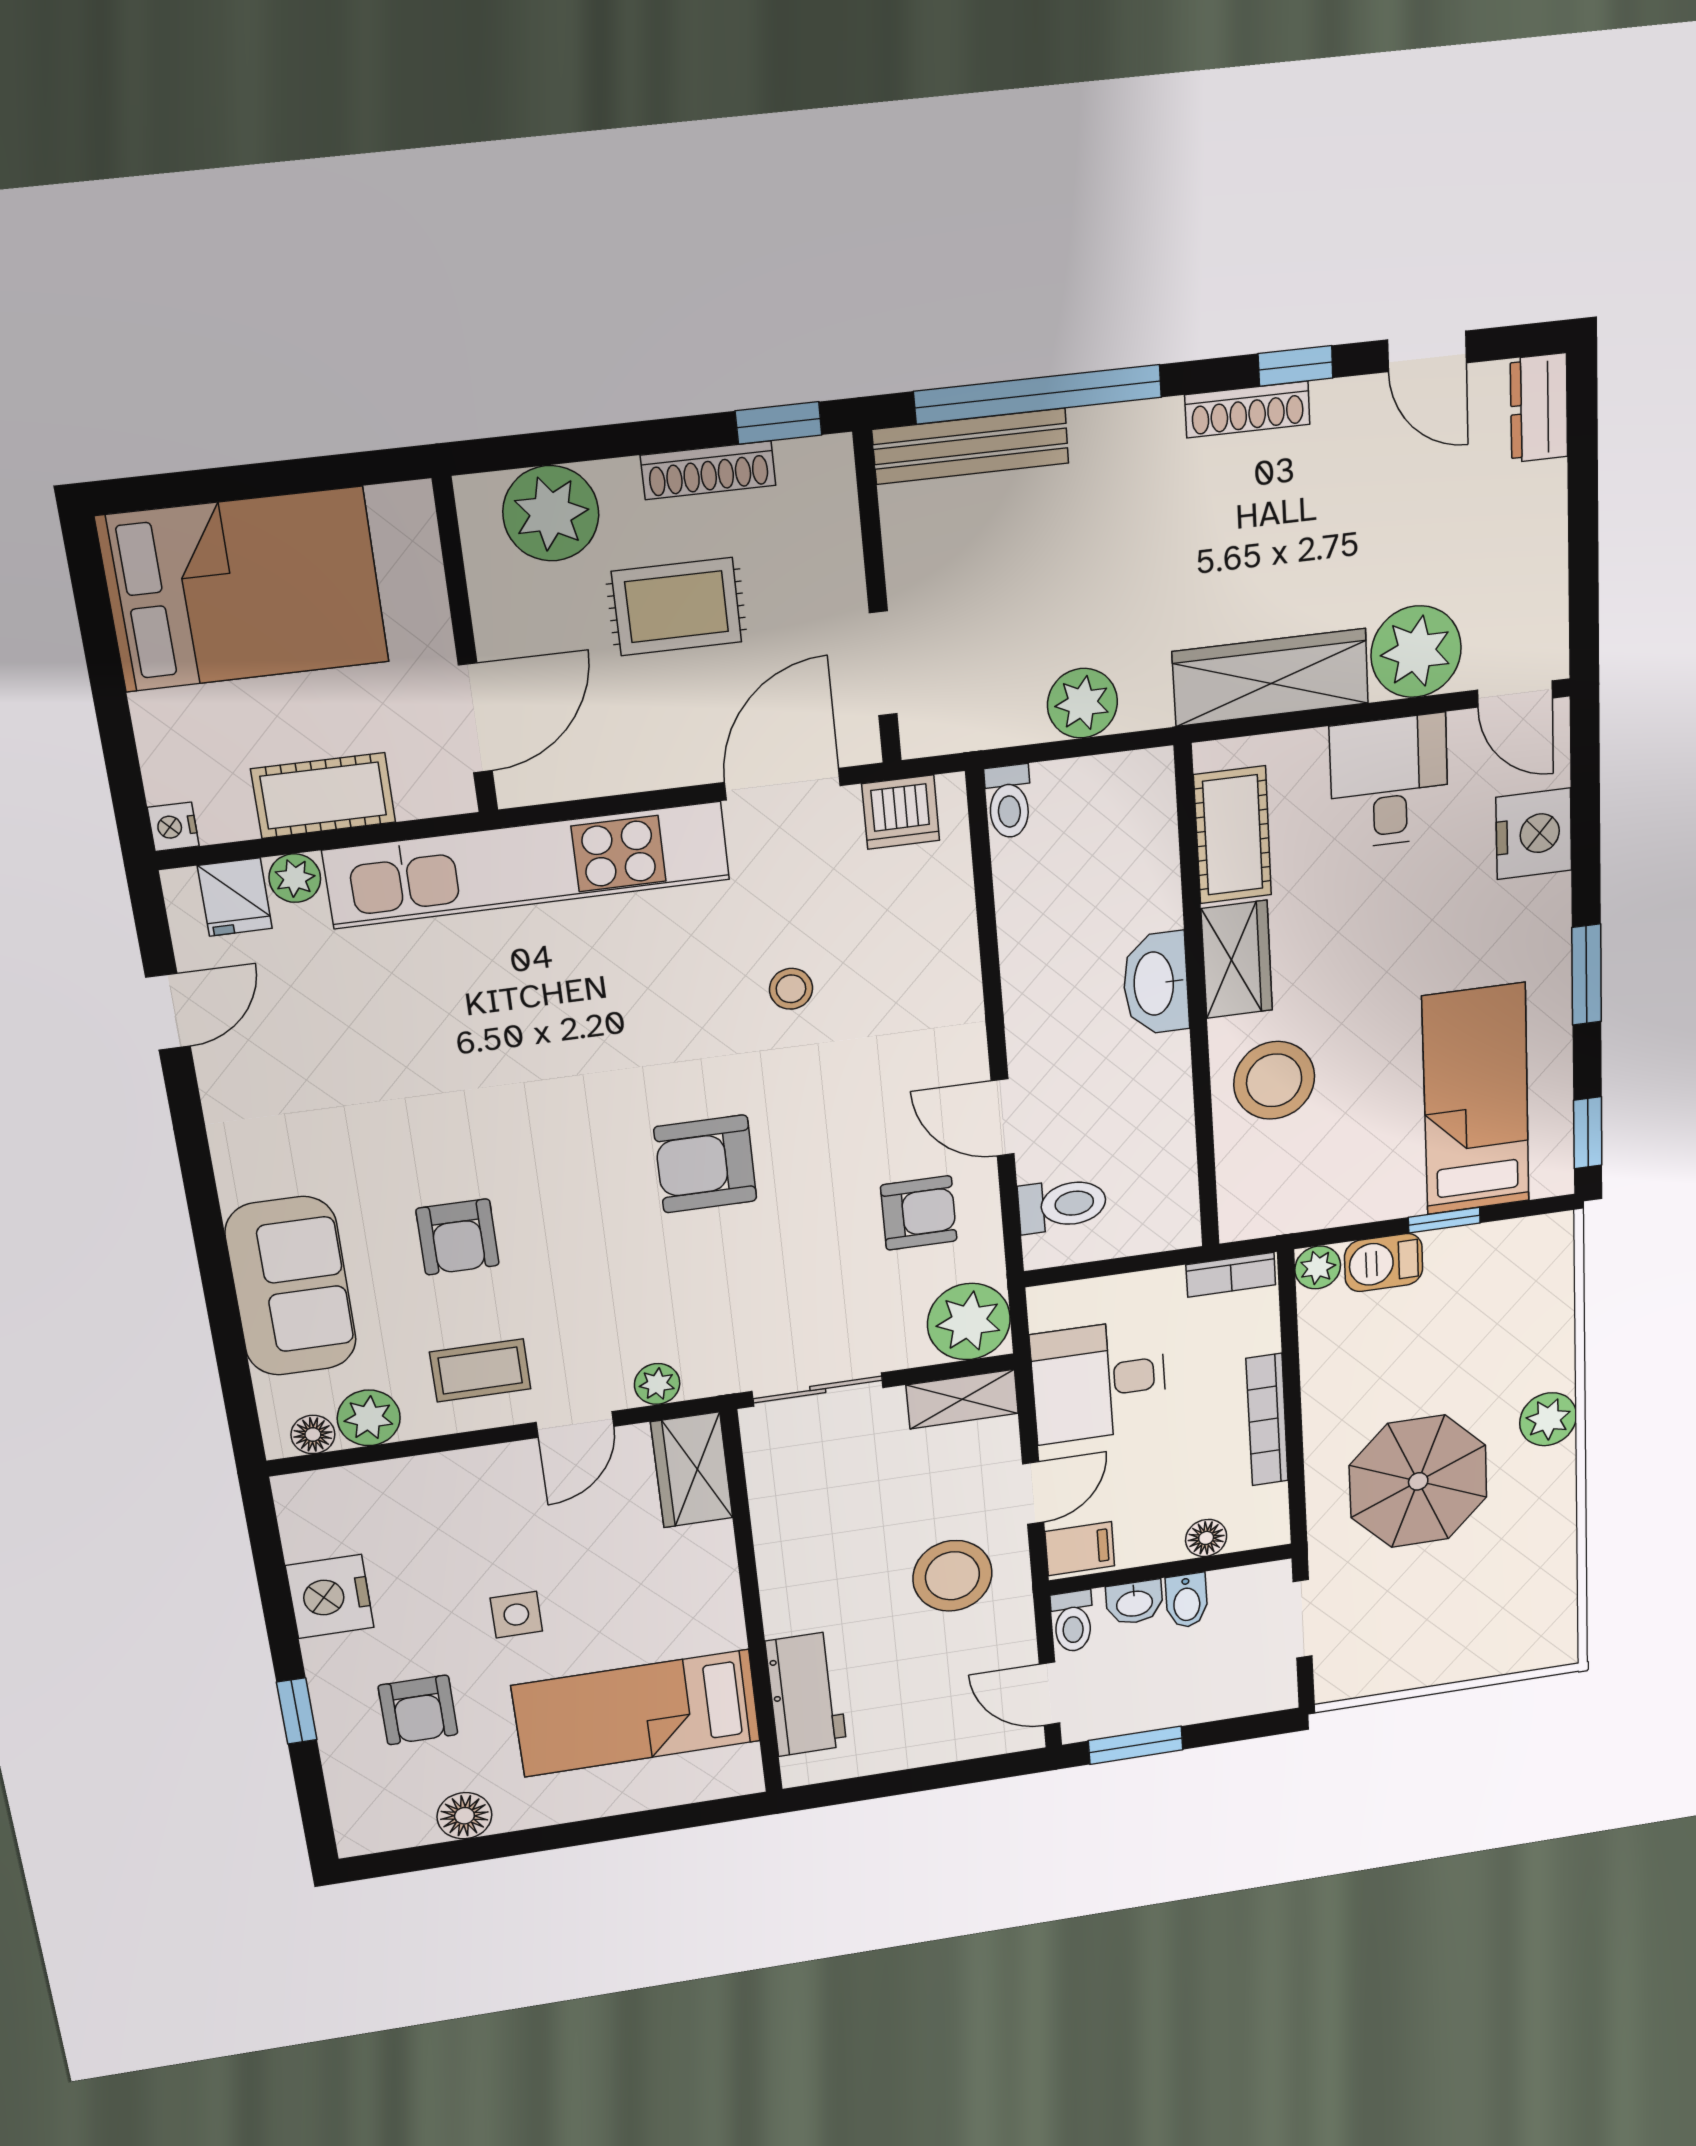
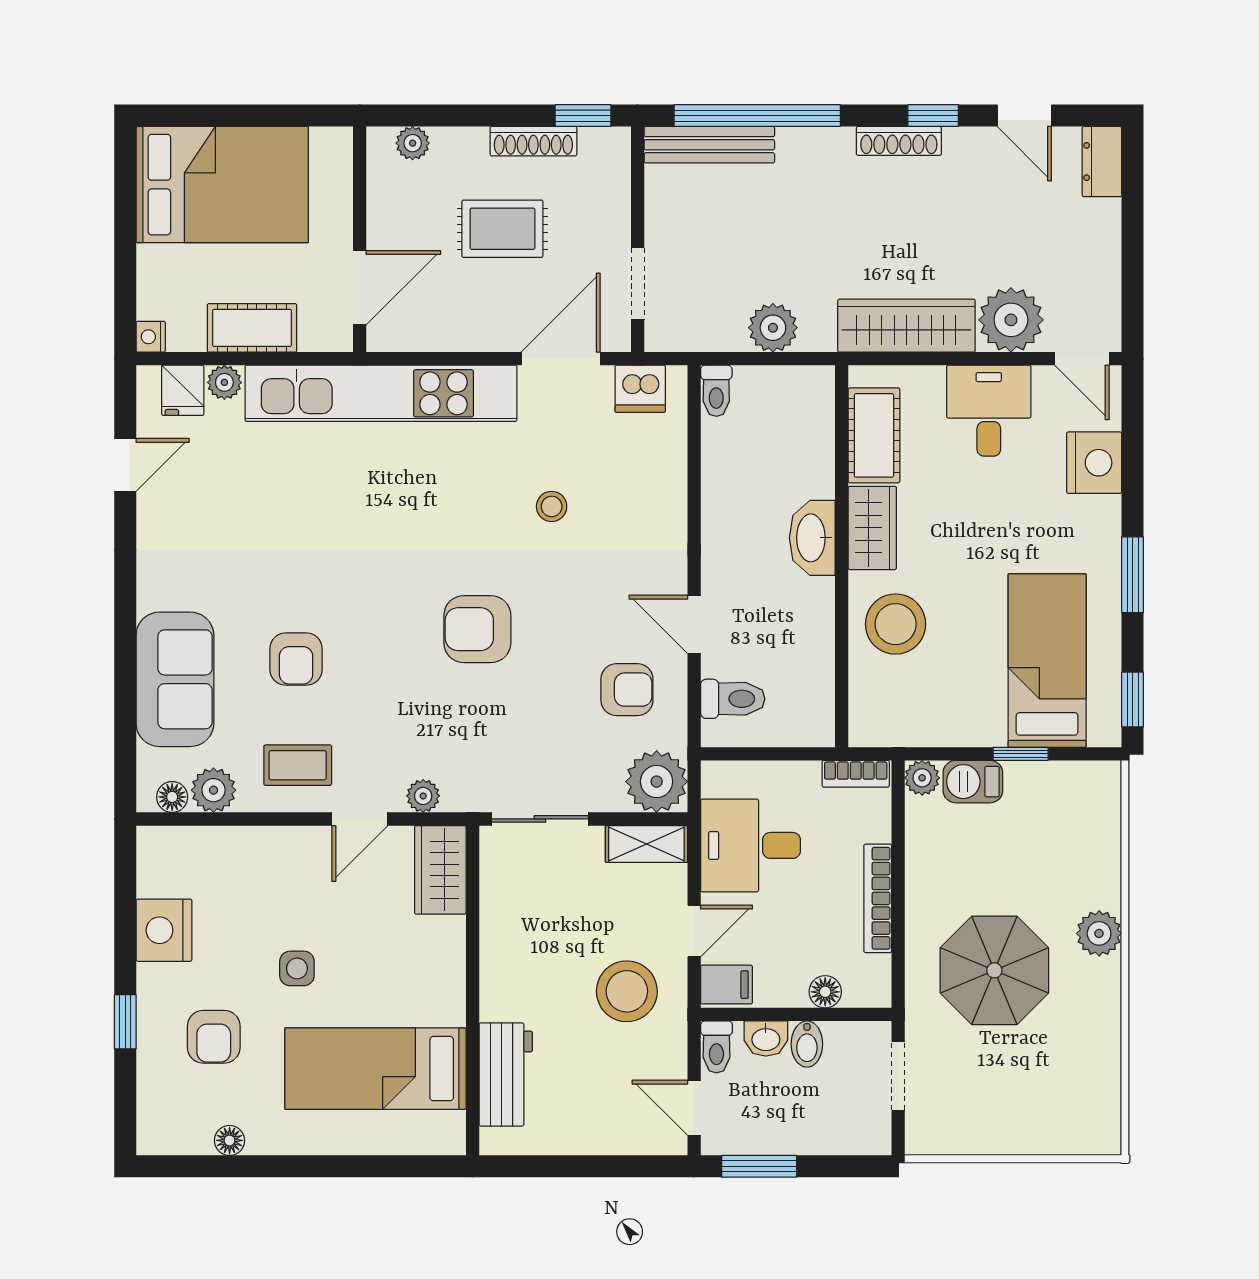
plant: (551, 513) -> (413, 143), width x0.53, depth x0.53
floor lamp: (464, 1816) -> (230, 1140), width x0.73, depth x0.73

